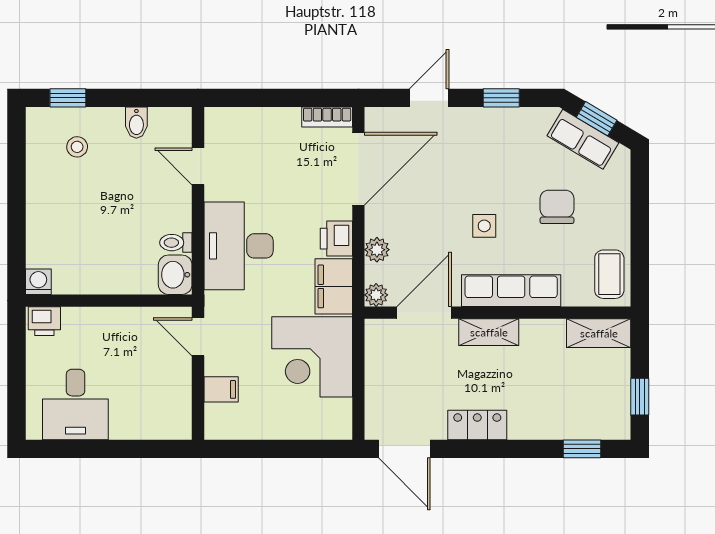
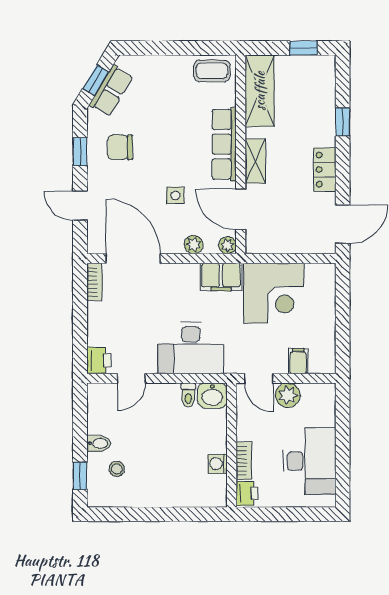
bidet: (136, 123) -> (99, 443), moved
chair: (557, 207) -> (120, 147), moved
side table: (484, 226) -> (175, 195), moved
printer: (336, 239) -> (99, 360), moved, turned -90
washing machine: (38, 282) -> (218, 464), moved
bookcase: (88, 317) -> (244, 461), added
shelving: (599, 333) -> (260, 91), width x1.50, depth x1.33
door: (198, 337) -> (259, 378), hinge flipped
plant: (176, 376) -> (288, 395), added
desk: (75, 404) -> (309, 461), width x1.37
window: (582, 449) -> (343, 122), moved

